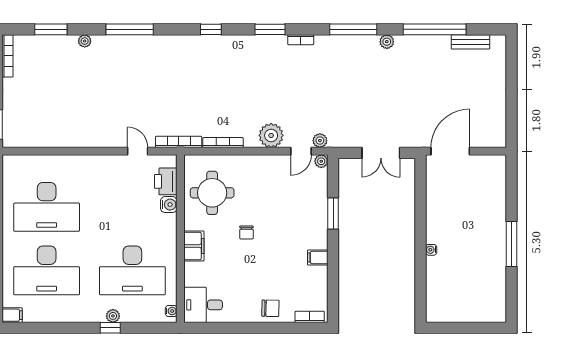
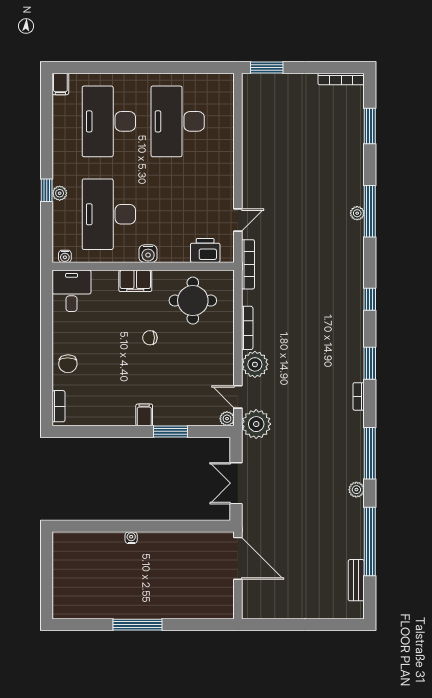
plant: (85, 41) -> (357, 213), moved
plant: (320, 141) -> (256, 424), width x1.87, depth x1.87
bookcase: (223, 143) -> (247, 328), moved
water cooler: (169, 205) -> (148, 254), moved
filing cabinet: (318, 258) -> (144, 415), moved

